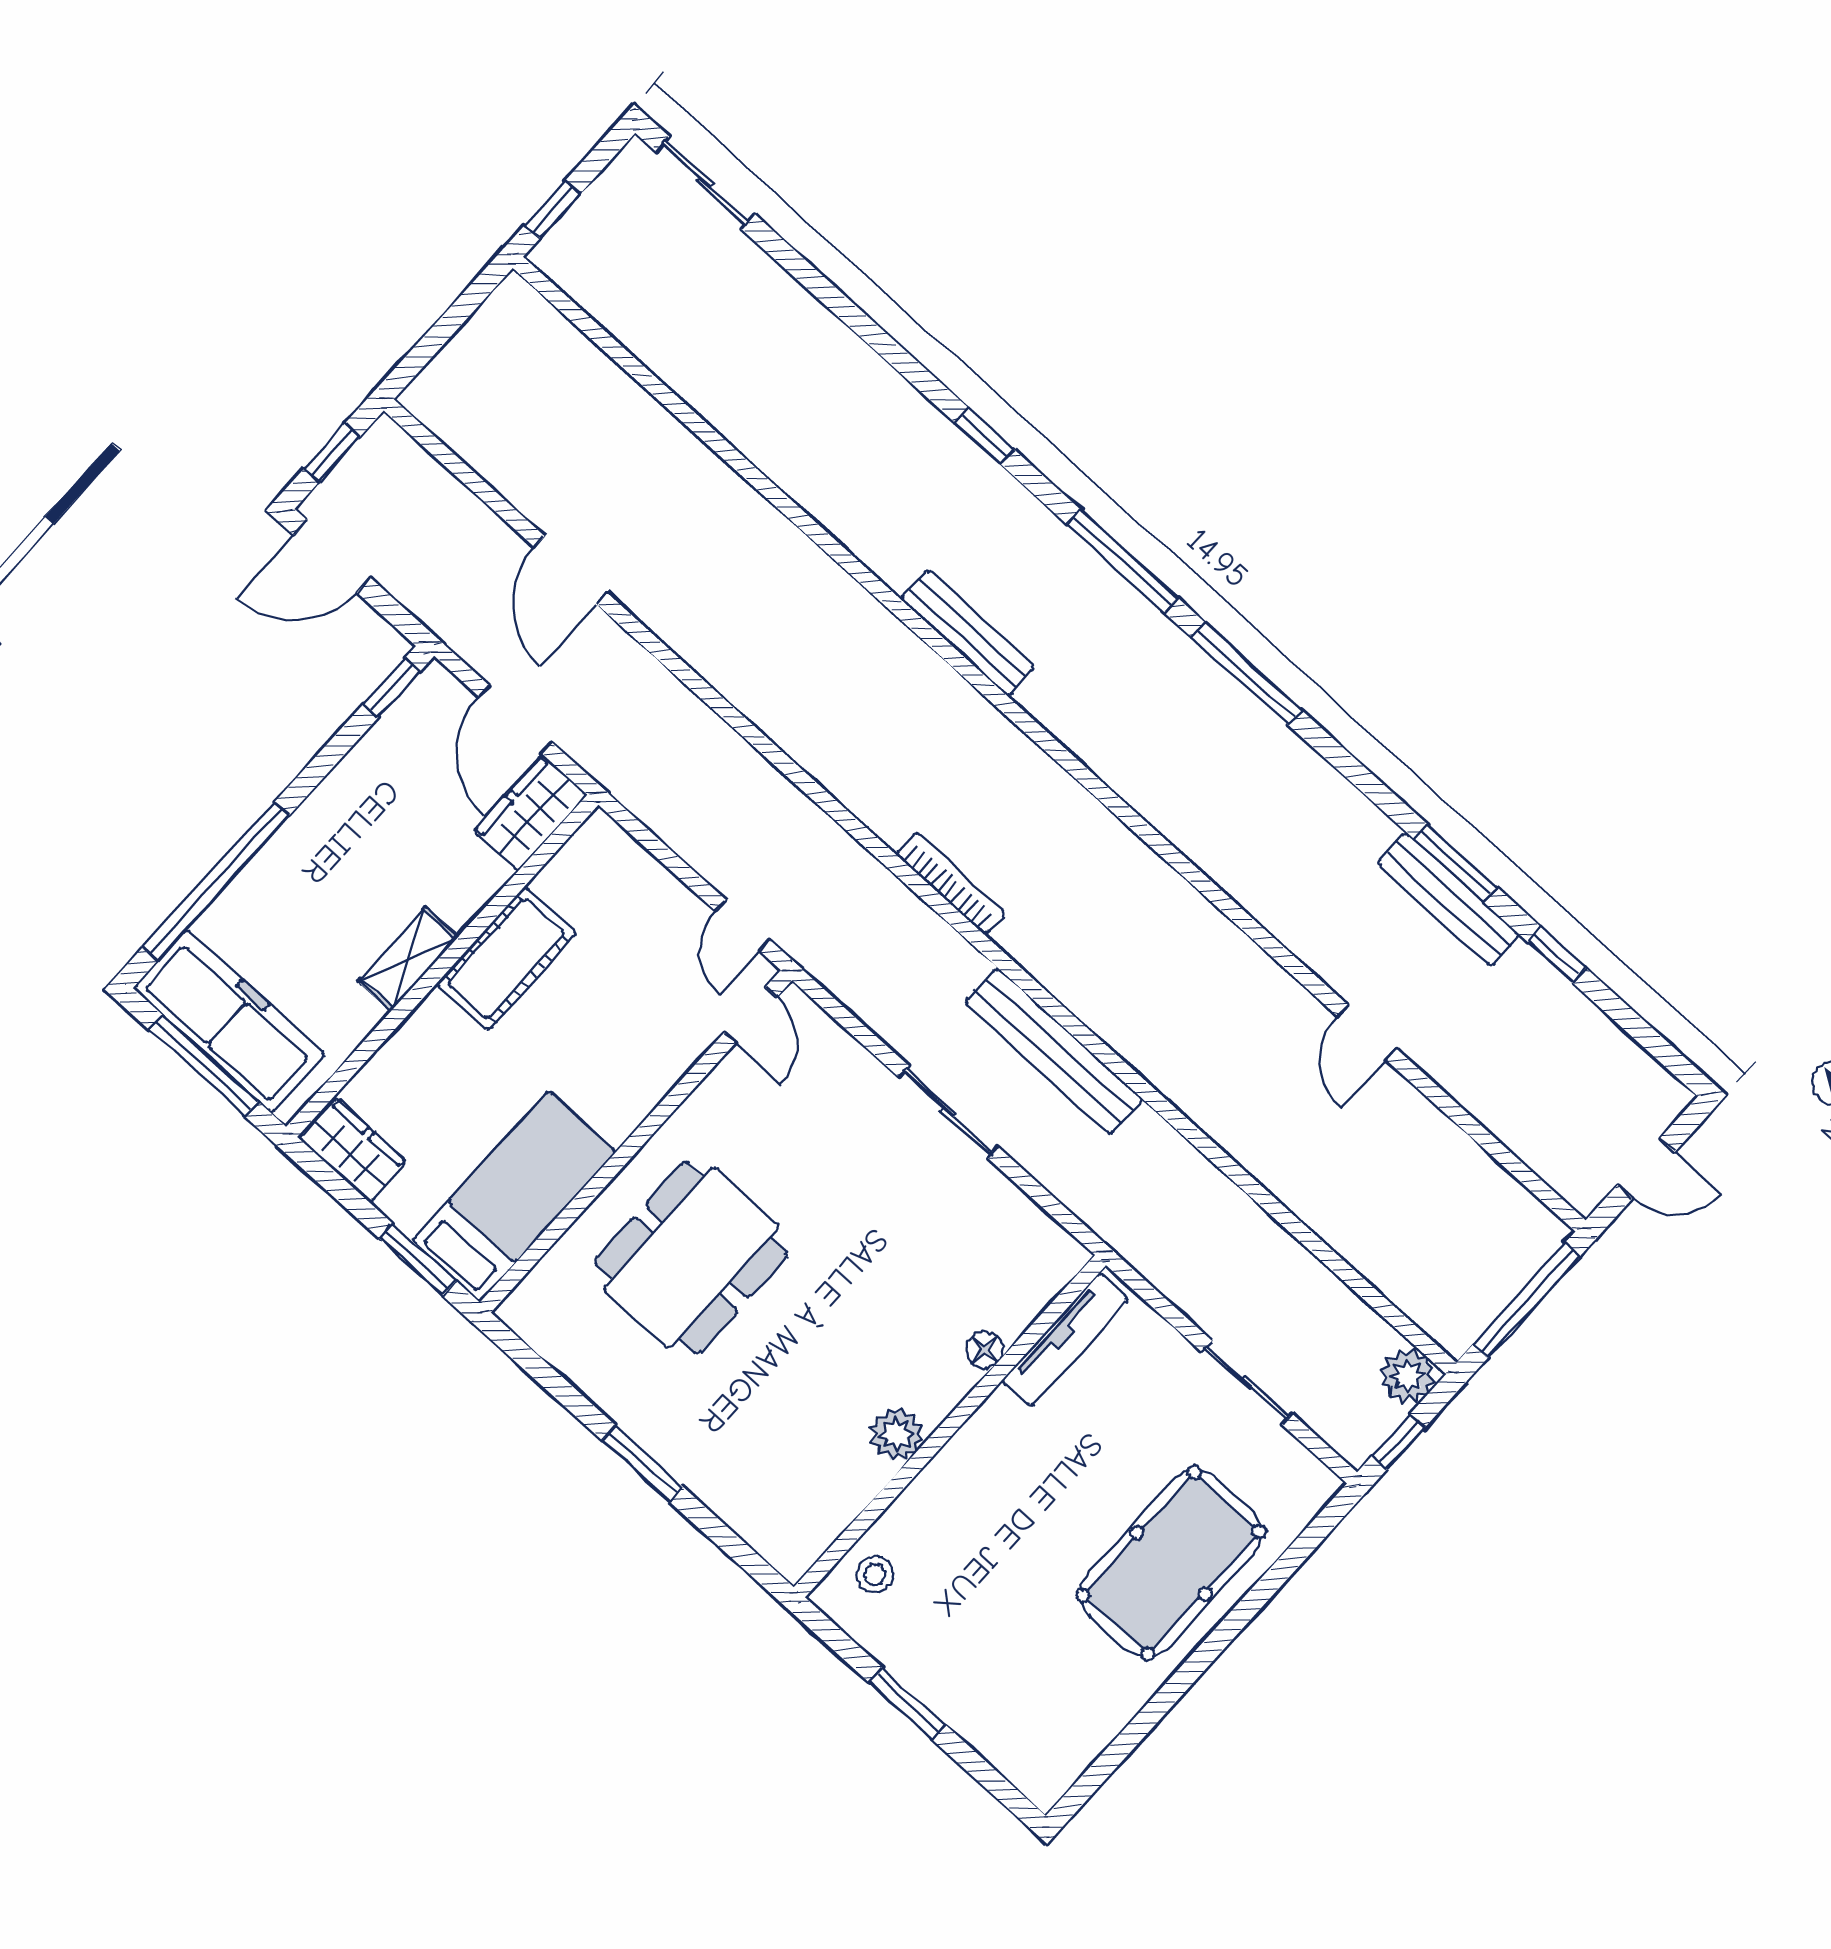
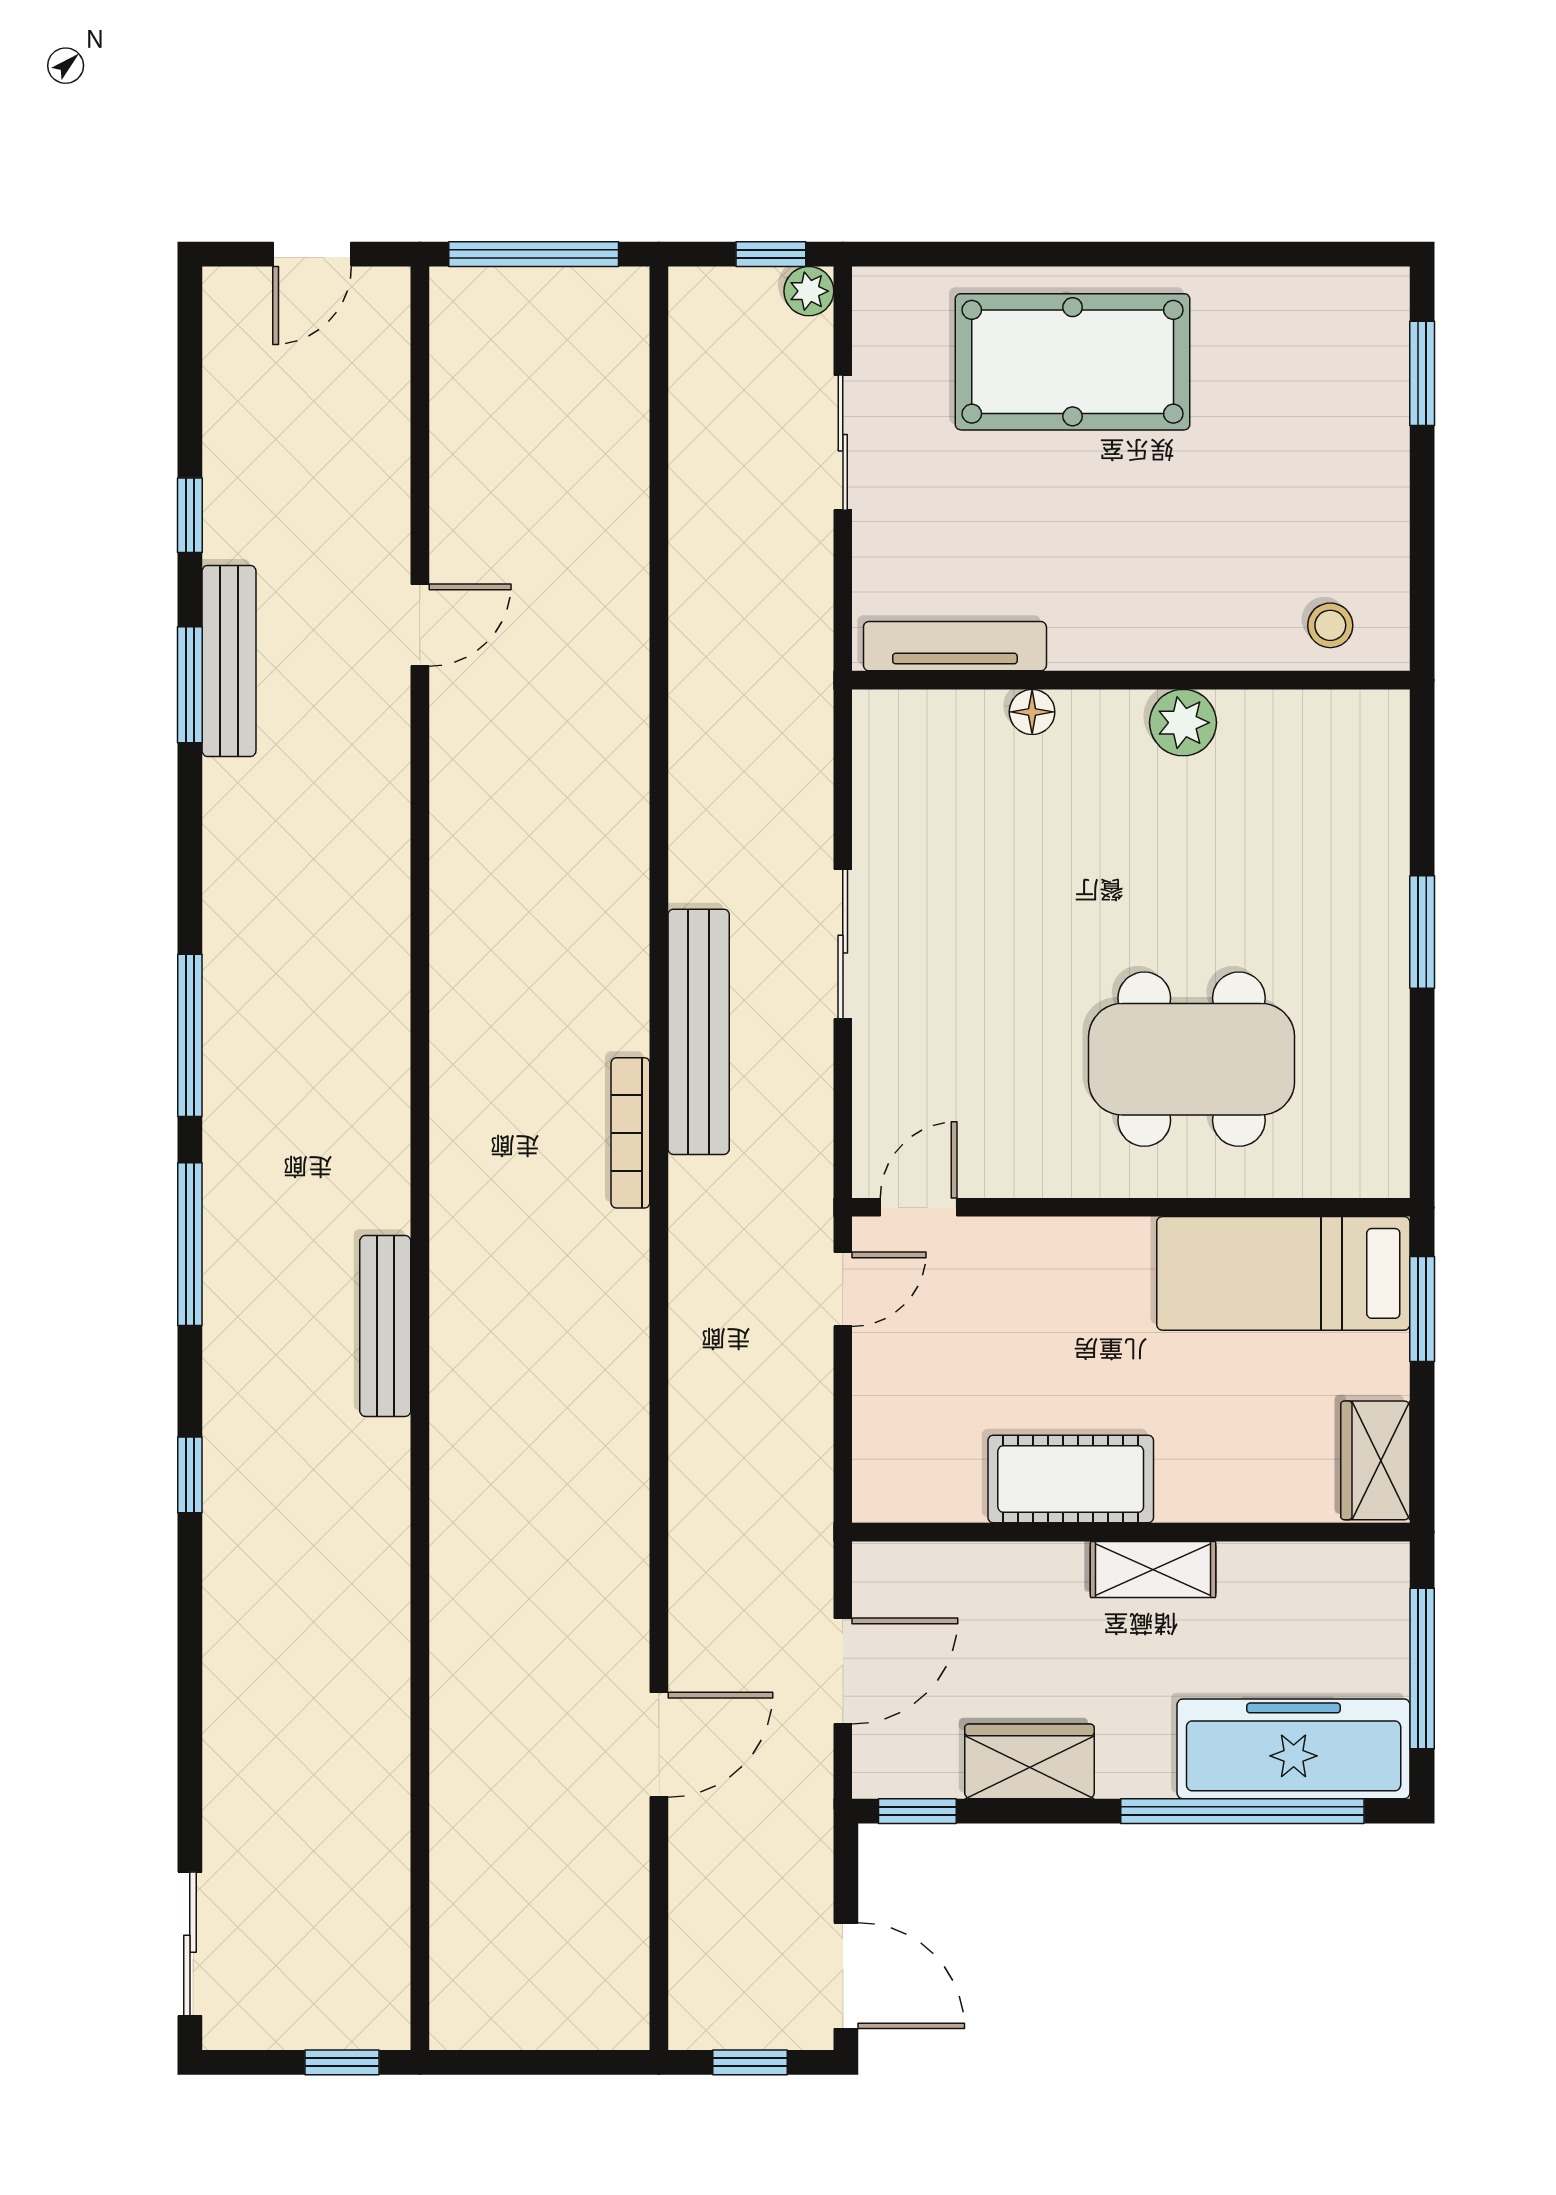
wardrobe: (530, 813) -> (1029, 1761), moved, turned 180
freezer: (229, 1021) -> (1294, 1749), moved, turned 90
bench: (1054, 1051) -> (699, 1032), moved
door: (1646, 1168) -> (312, 254), swing flipped
plant: (1408, 1376) -> (809, 291), moved, width x0.73, depth x0.73
window: (907, 1703) -> (1422, 373), moved

